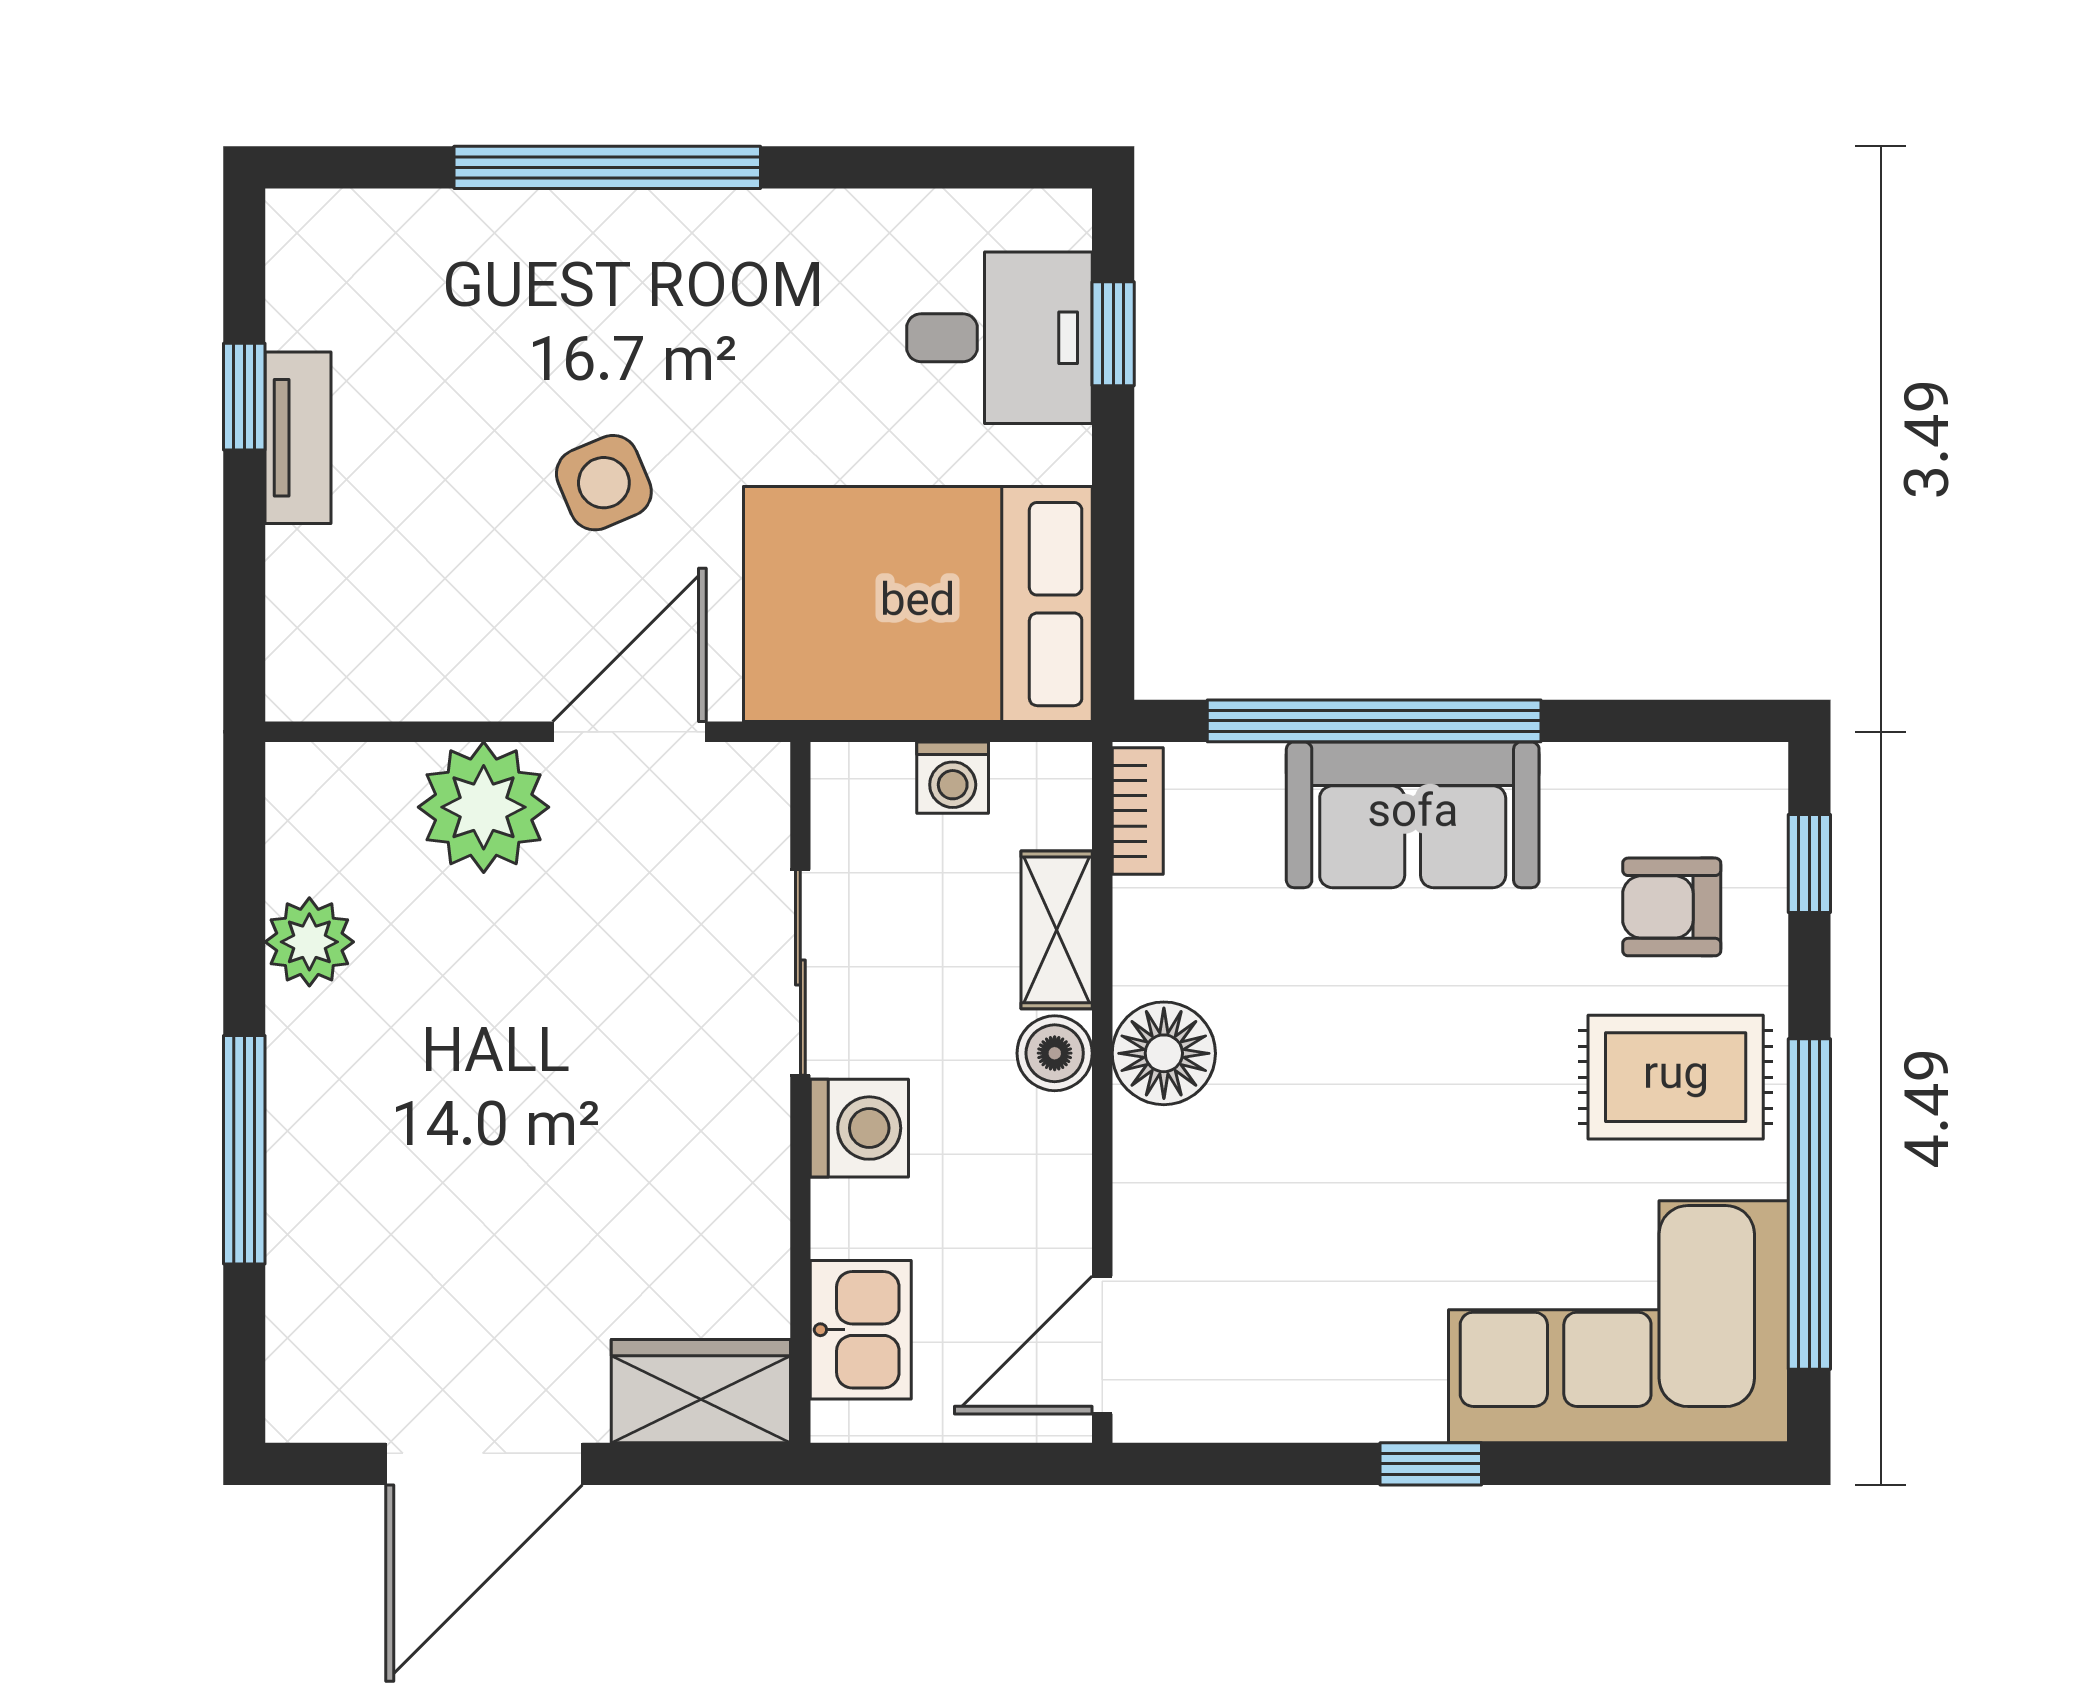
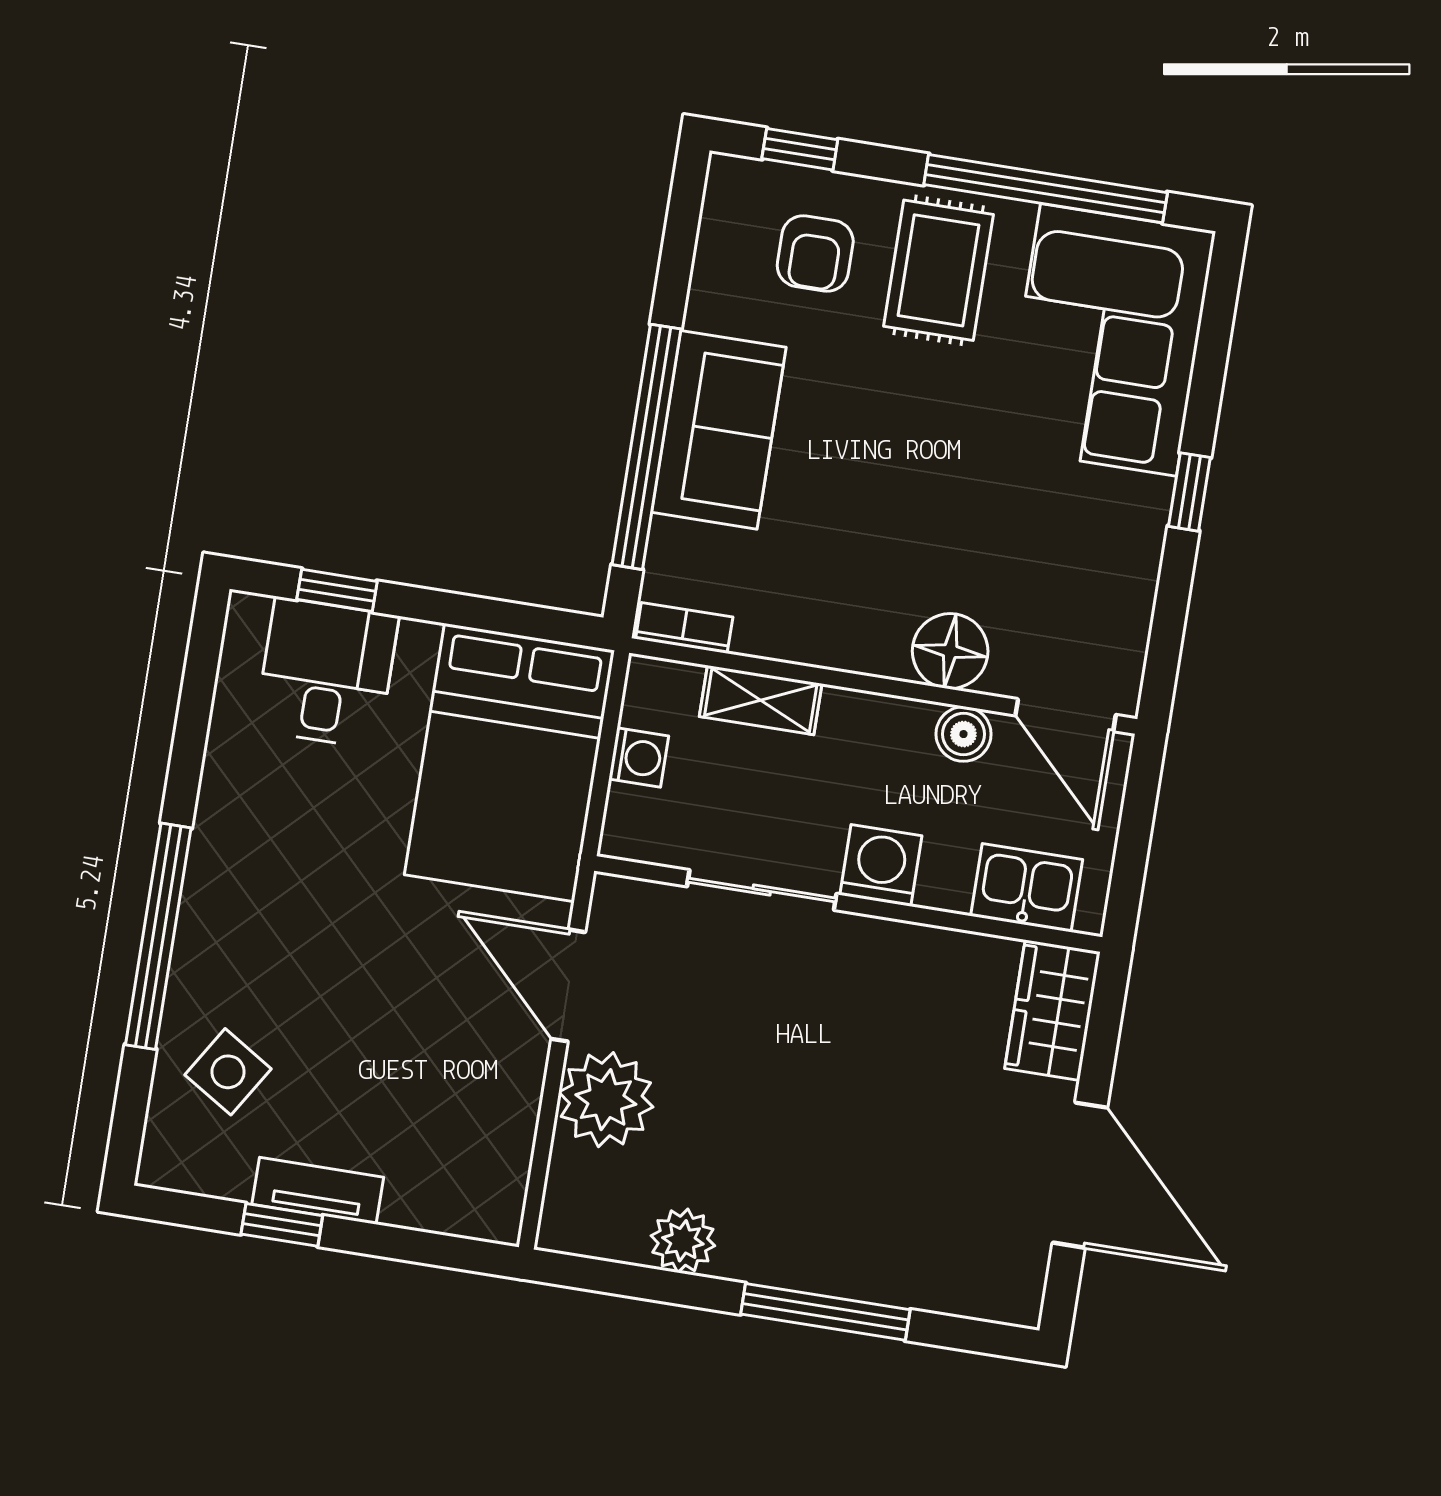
side table: (604, 483) -> (228, 1072), moved, turned -35
boiler: (1055, 1053) -> (963, 734), moved
floor lamp: (1164, 1053) -> (950, 651), moved

